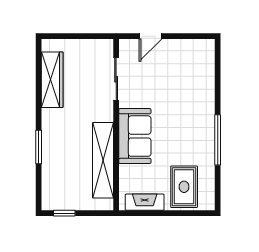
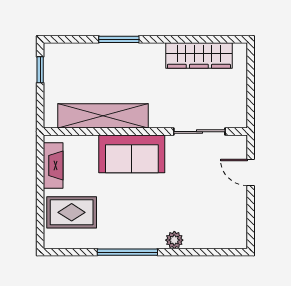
plant: (207, 100) -> (174, 240), added

